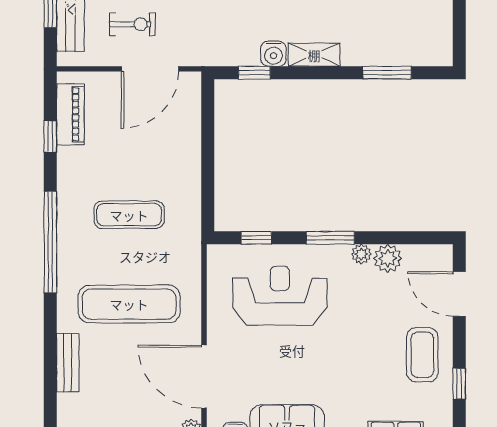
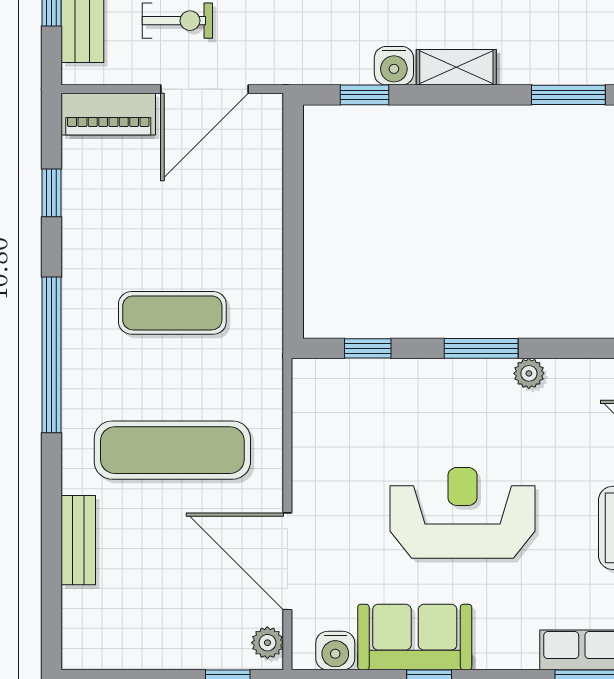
piano: (70, 114) -> (108, 114), moved, turned 90
plant: (388, 258) -> (569, 380), removed
reception desk: (280, 296) -> (462, 513), moved

